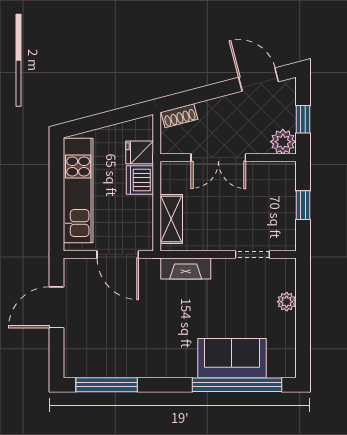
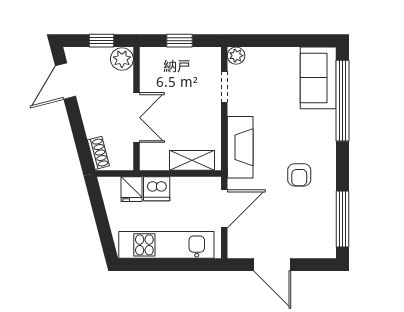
fireplace: (186, 269) -> (240, 147), width x1.37, depth x1.32
plant: (287, 302) -> (236, 56), moved
armchair: (155, 337) -> (299, 175), added
sofa: (232, 358) -> (318, 78), moved

